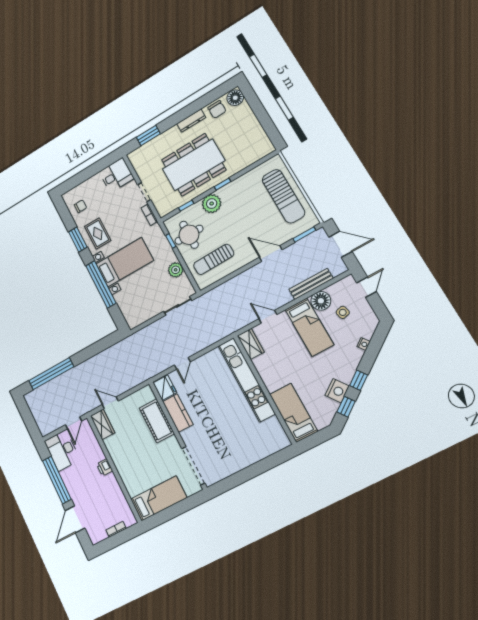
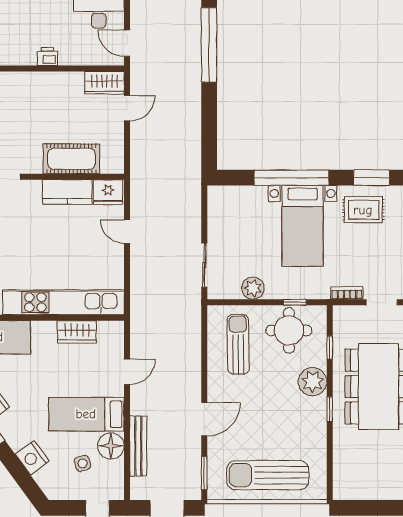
wardrobe: (251, 344) -> (77, 332), moved
nightstand: (364, 344) -> (32, 458), width x1.89, depth x1.79

